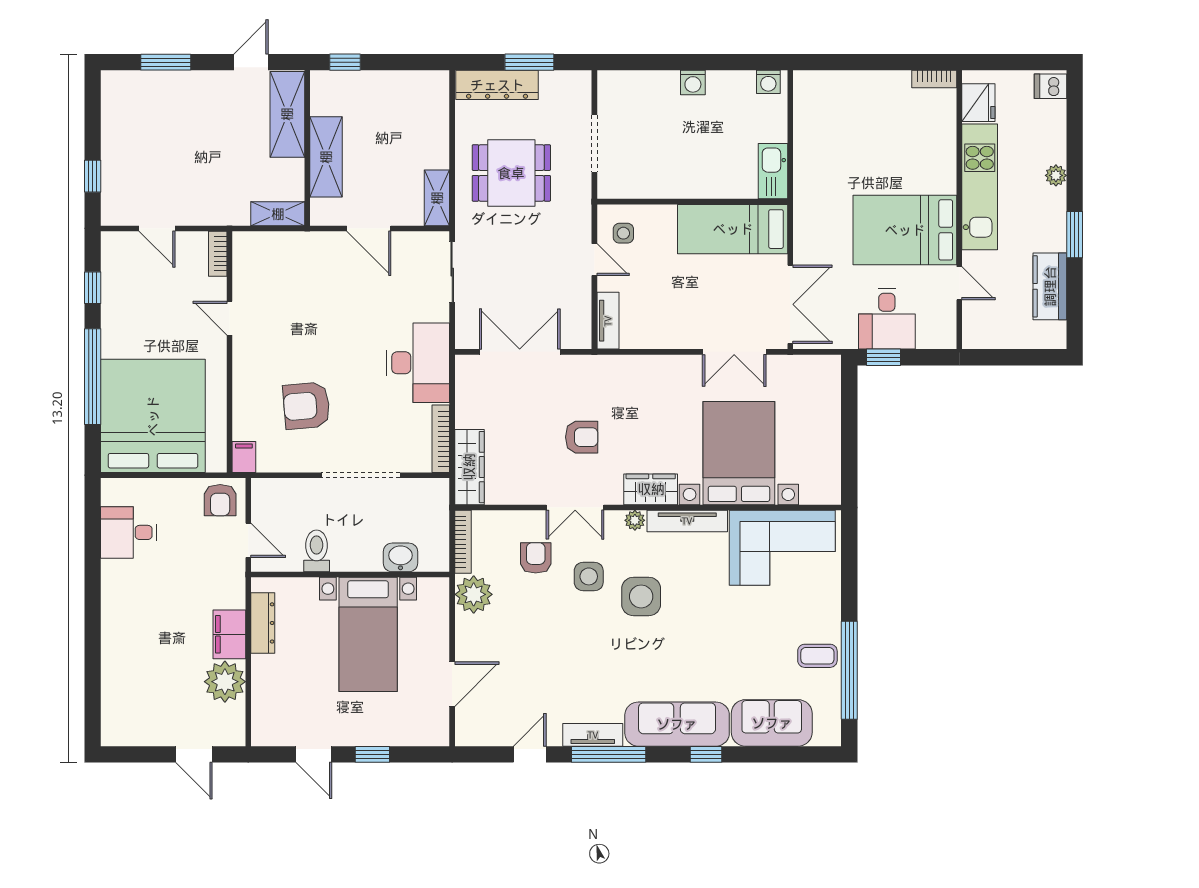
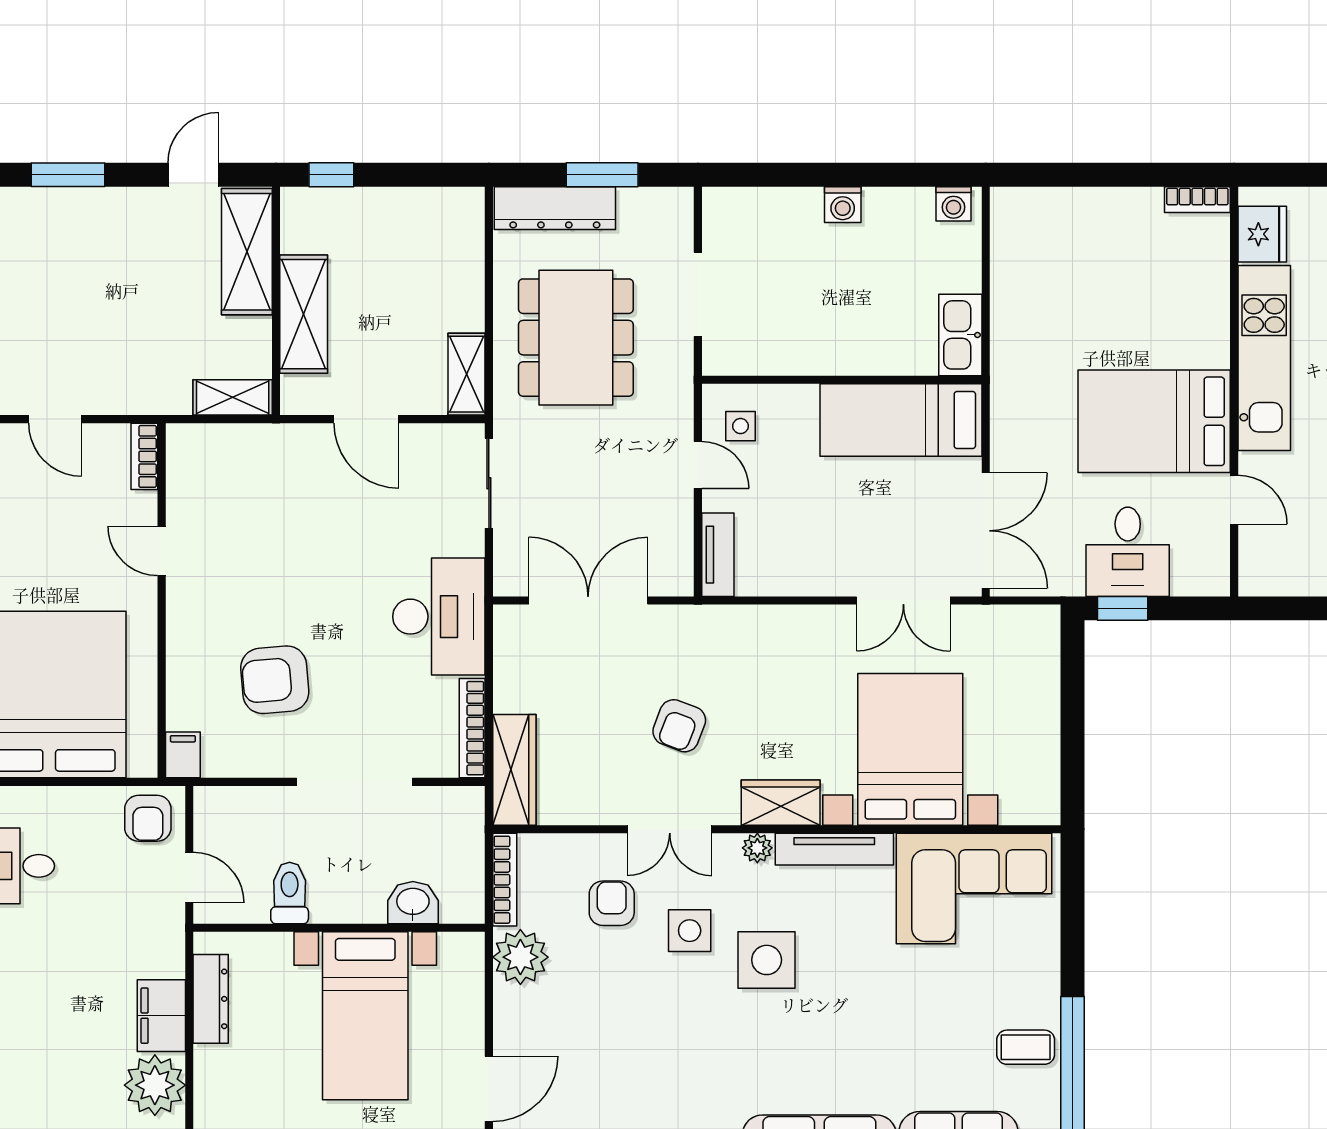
dining table: (511, 173) -> (576, 338), width x1.38
armchair: (582, 437) -> (679, 726), turned 111

